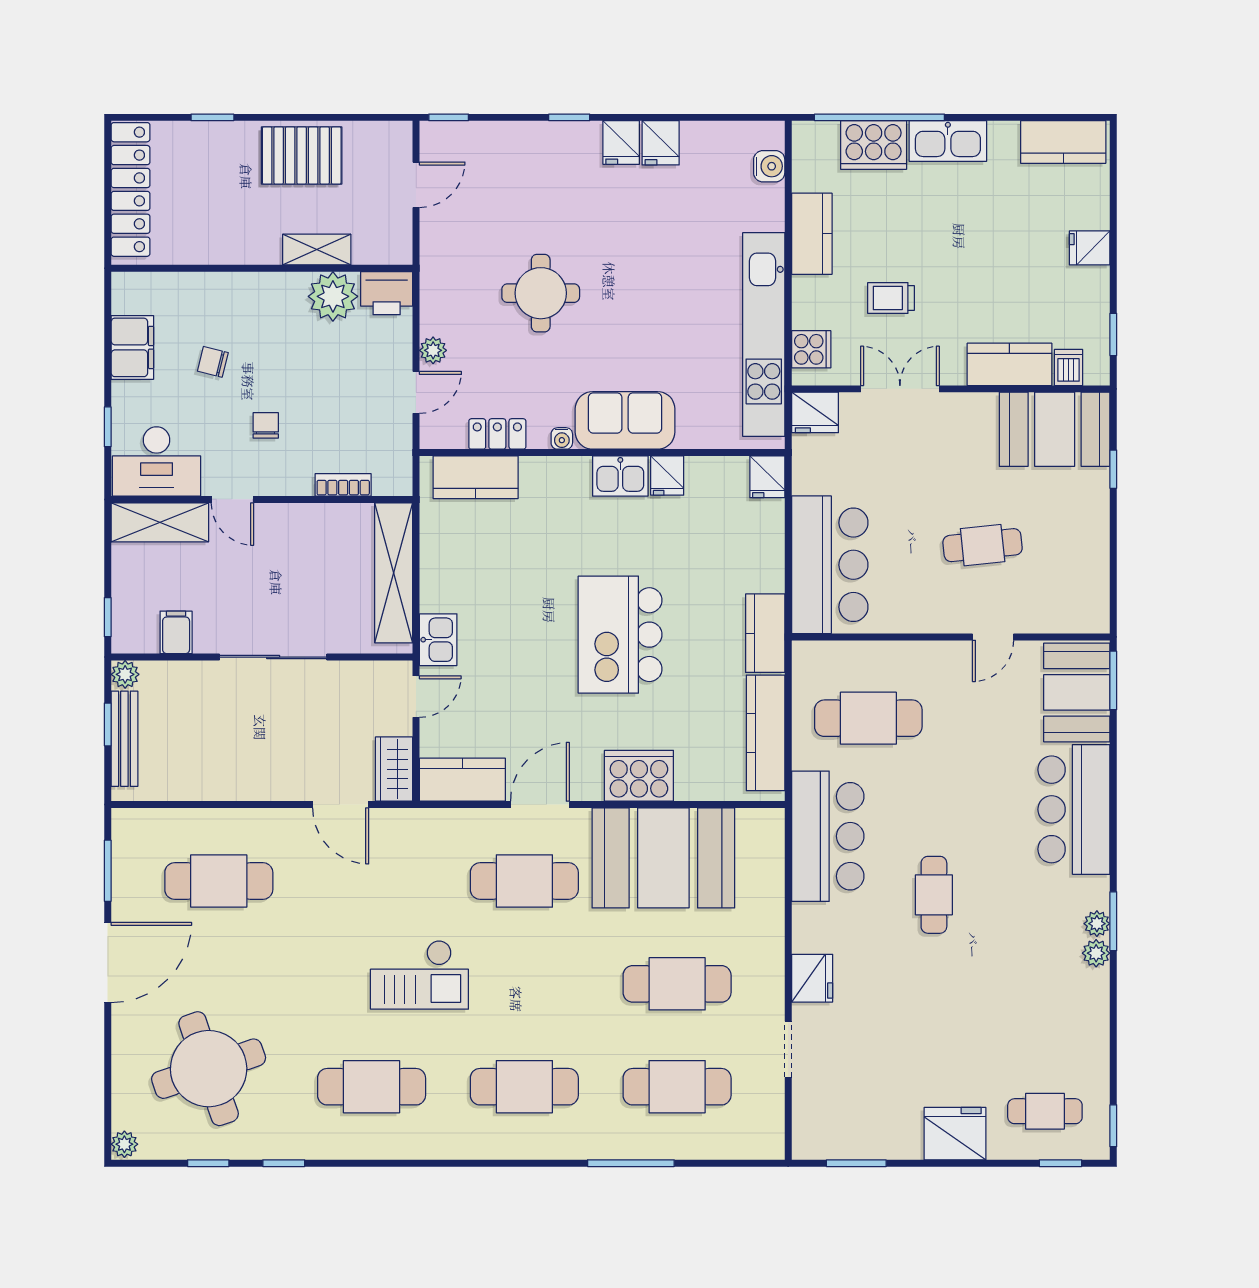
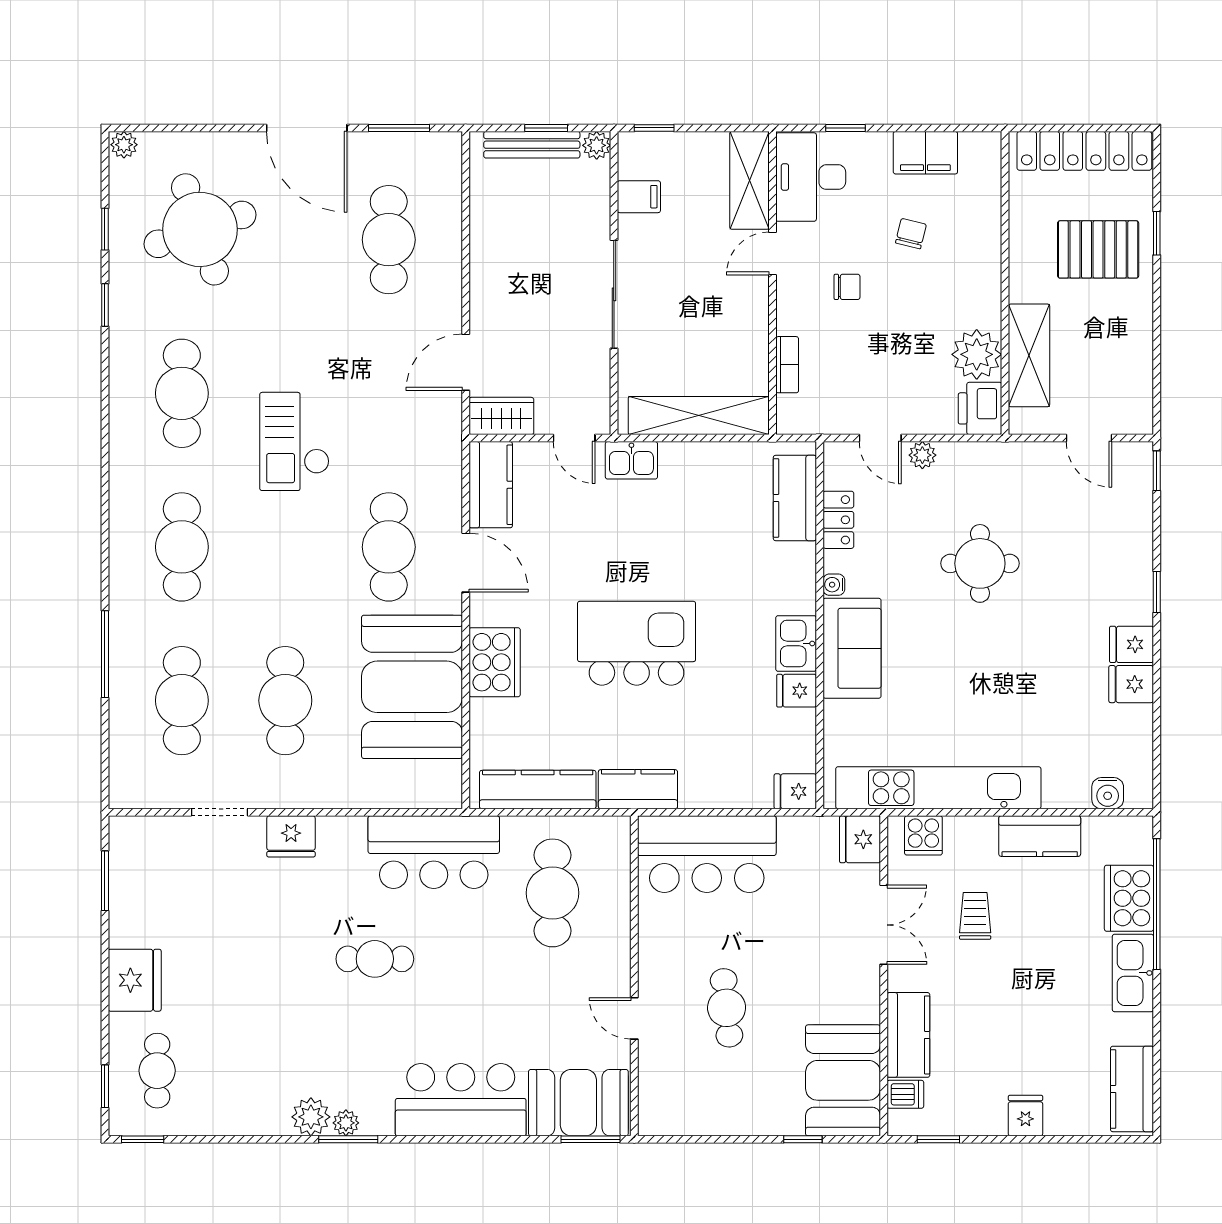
pallet: (302, 155) -> (1098, 249), moved, turned 90
shelving: (317, 250) -> (1029, 355), width x1.50, depth x1.33
plant: (1096, 953) -> (311, 1117), width x1.38, depth x1.38

